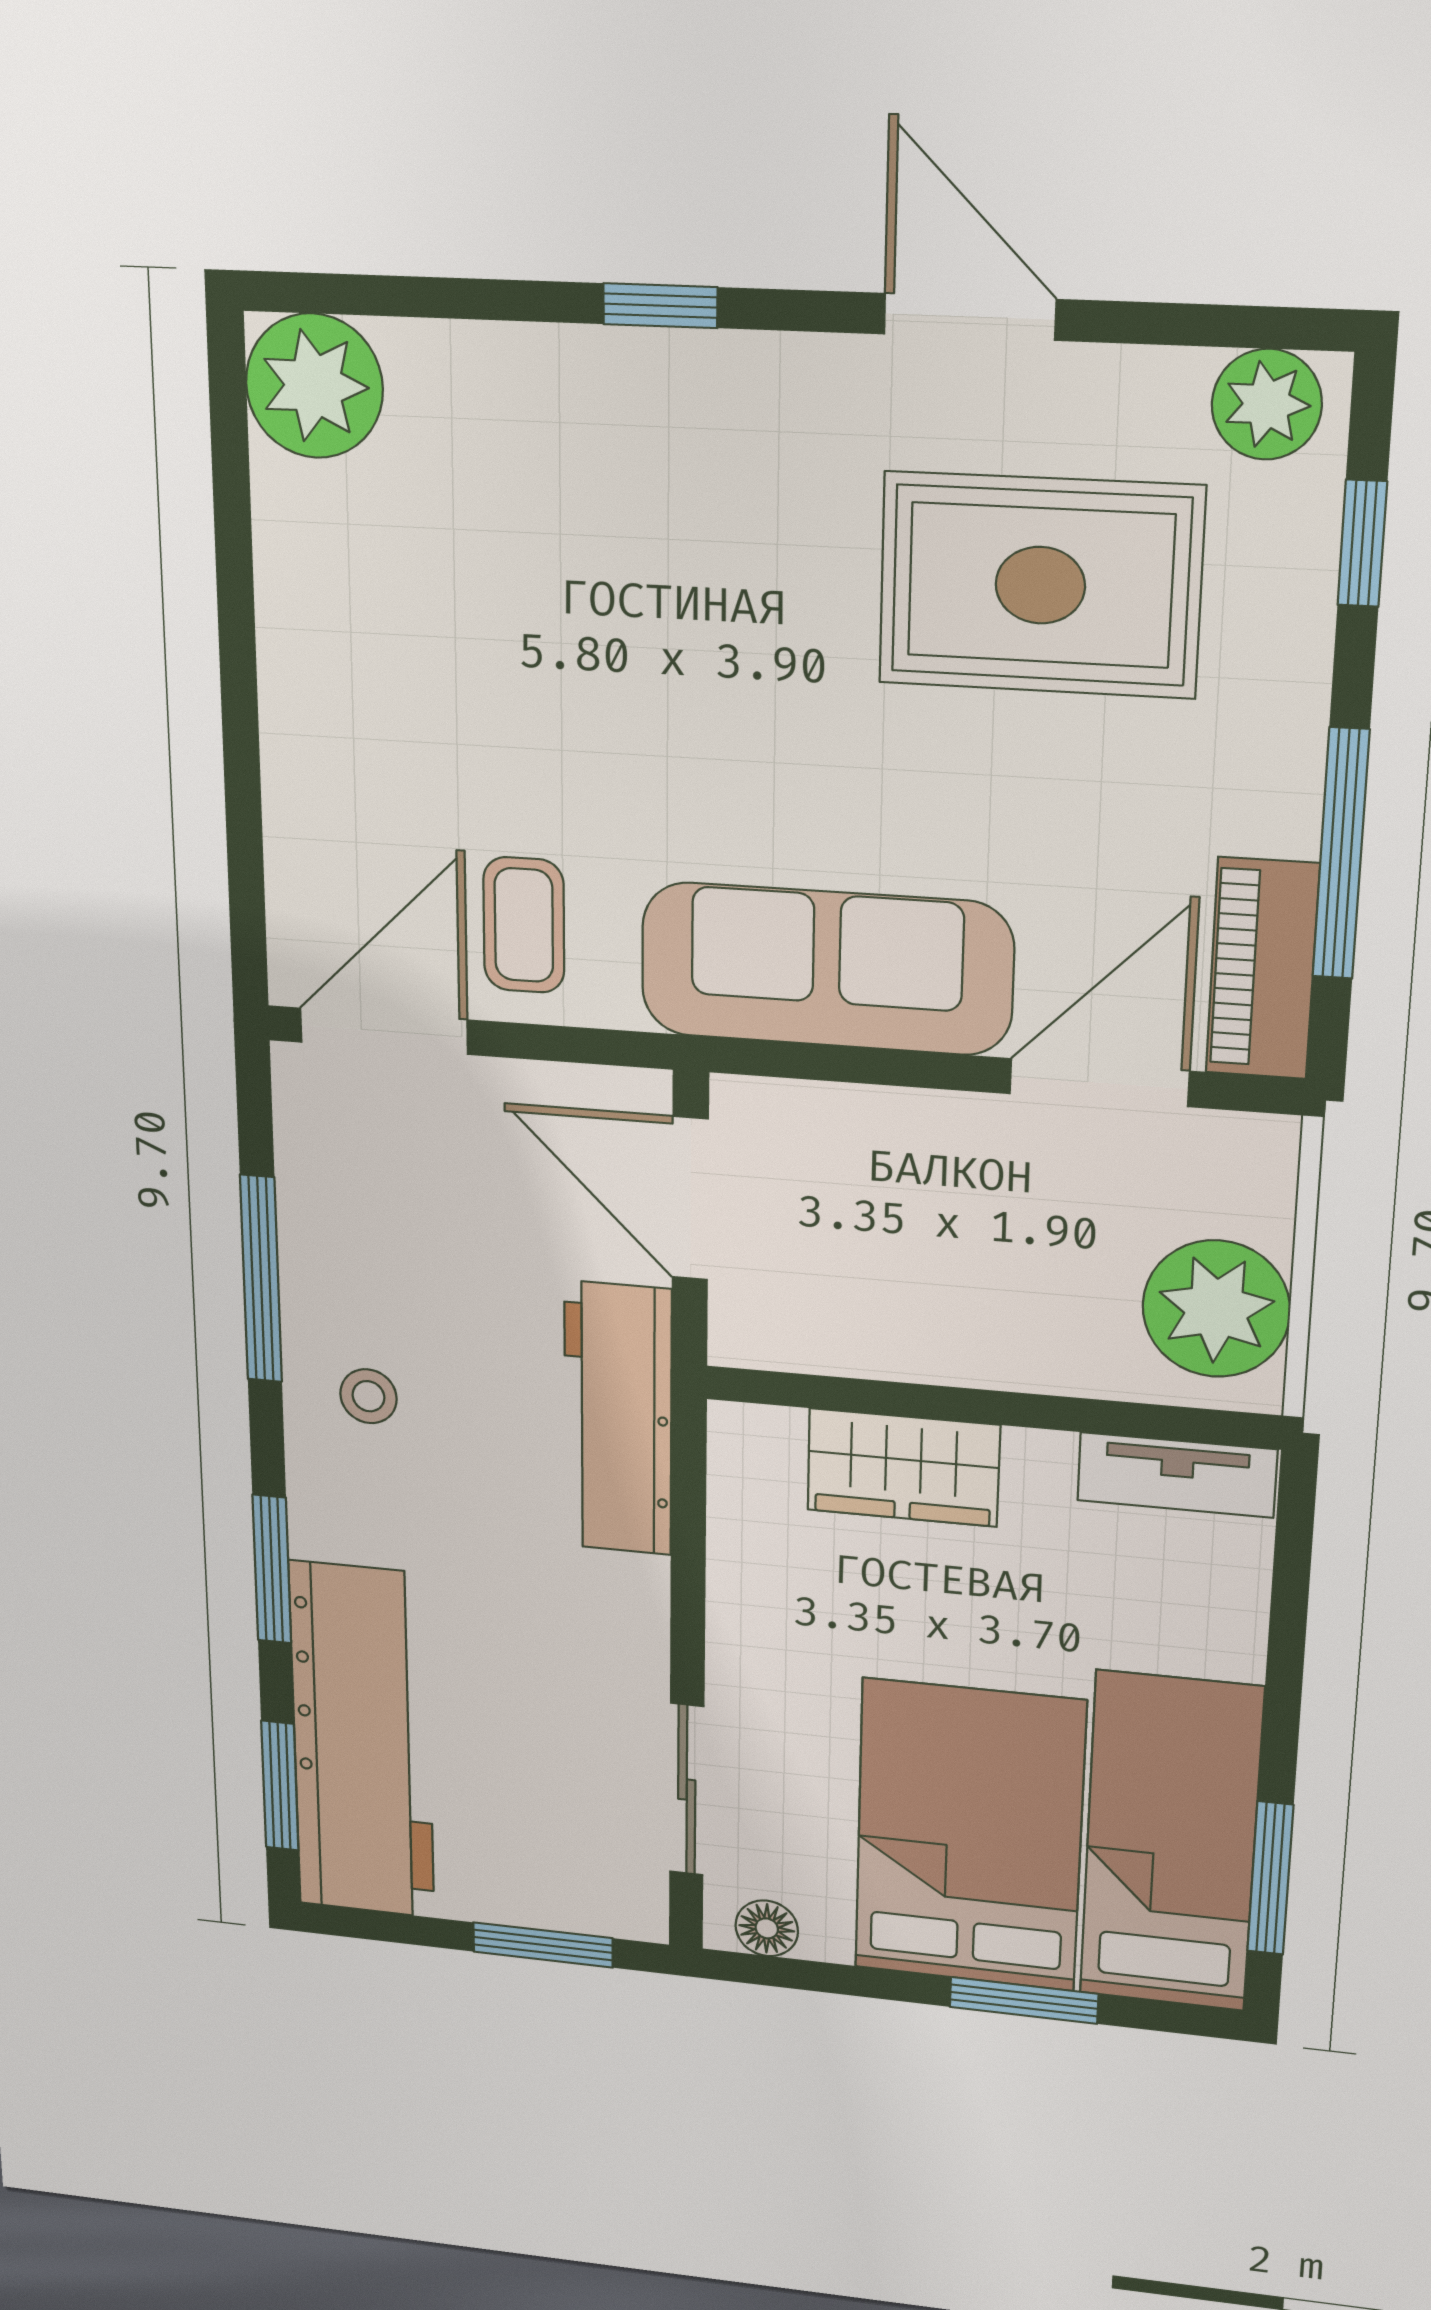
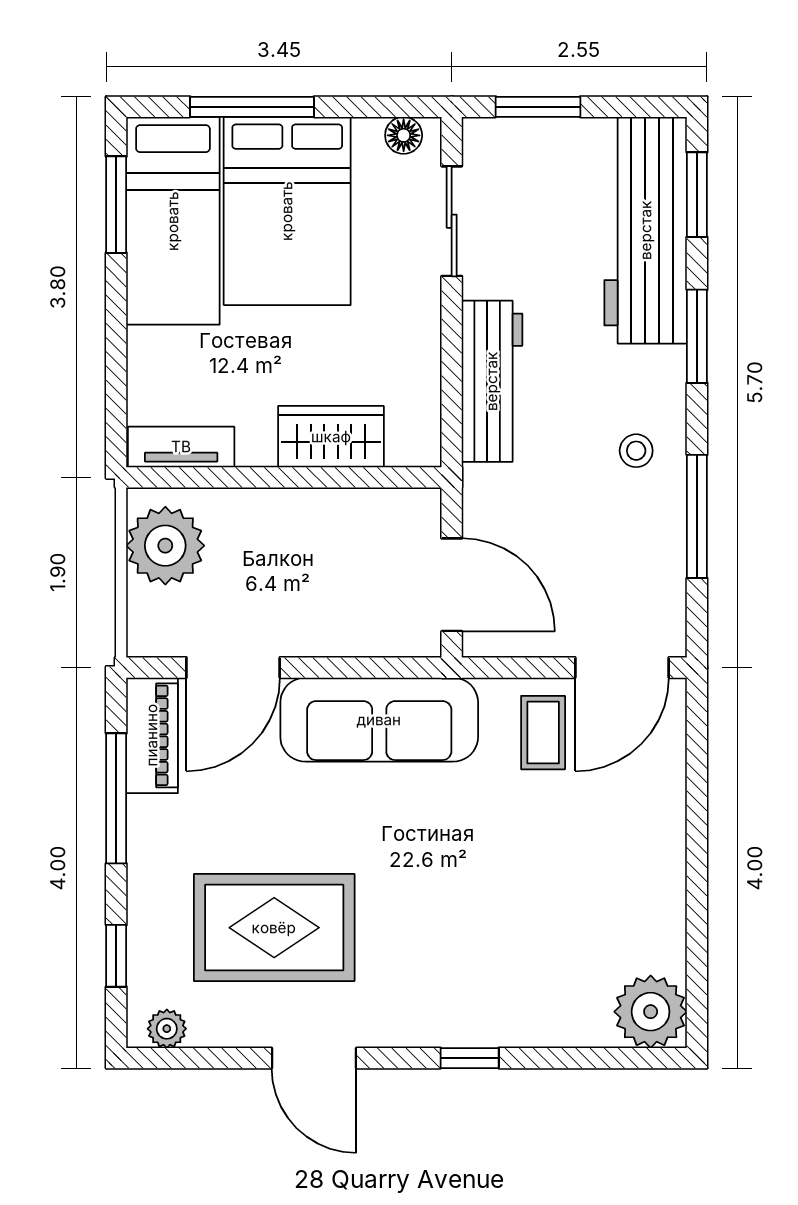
plant: (1267, 404) -> (167, 1029), width x0.73, depth x0.73
workbench: (618, 1419) -> (492, 381), moved
window: (1024, 2000) -> (252, 107), width x1.44

